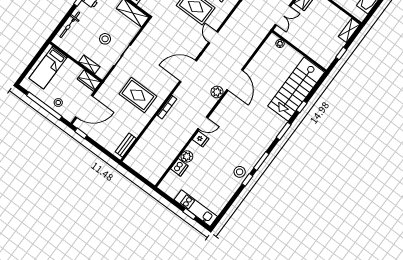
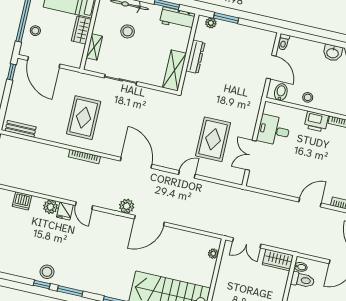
stool: (105, 39) -> (128, 31), moved
wardrobe: (89, 80) -> (81, 30), moved
plant: (187, 156) -> (50, 207), moved

